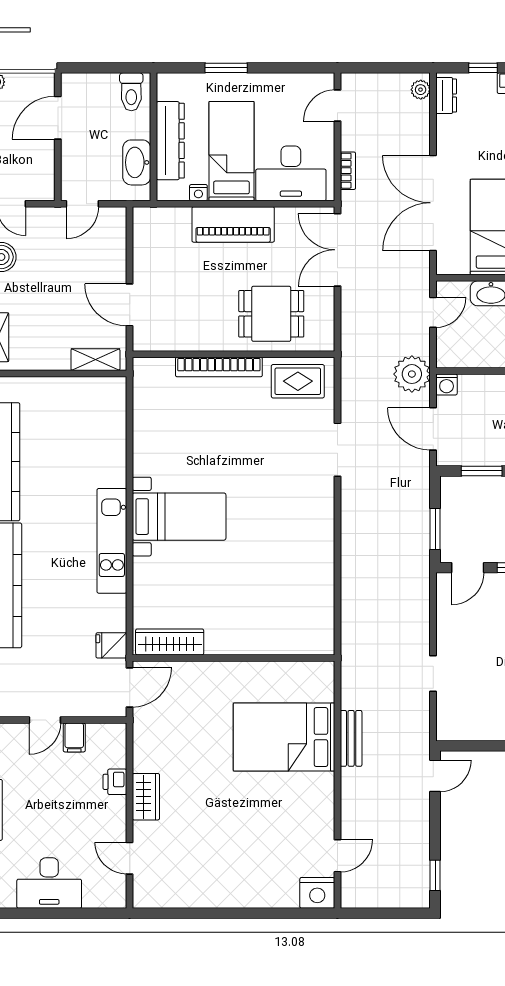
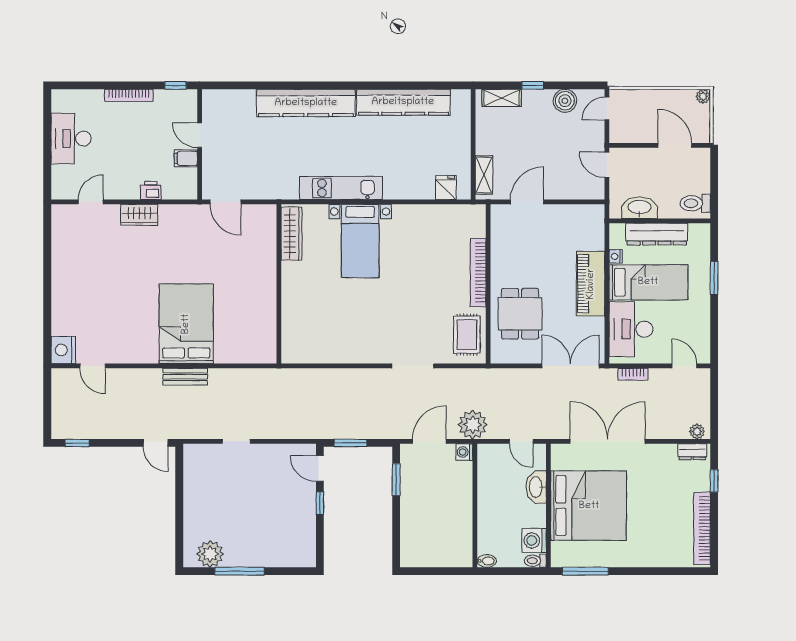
wardrobe: (170, 642) -> (291, 234), moved
fridge: (111, 645) -> (446, 188), moved
wall: (233, 658) -> (279, 284), moved

